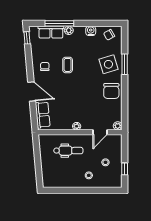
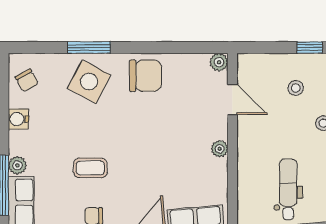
side table: (108, 64) -> (89, 82), turned 45
dental chair: (68, 151) -> (288, 189), moved

